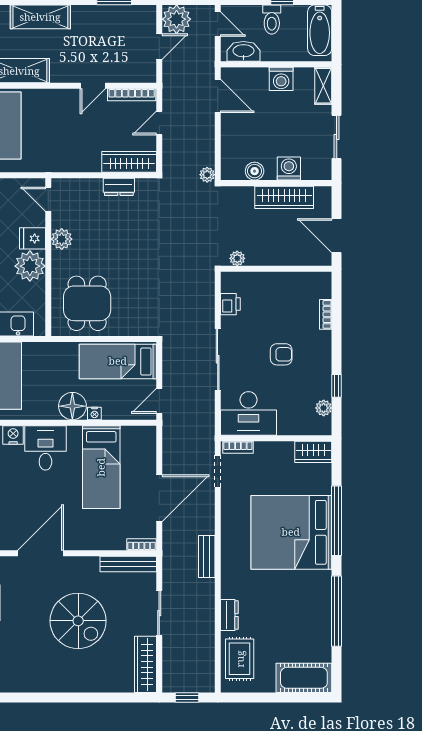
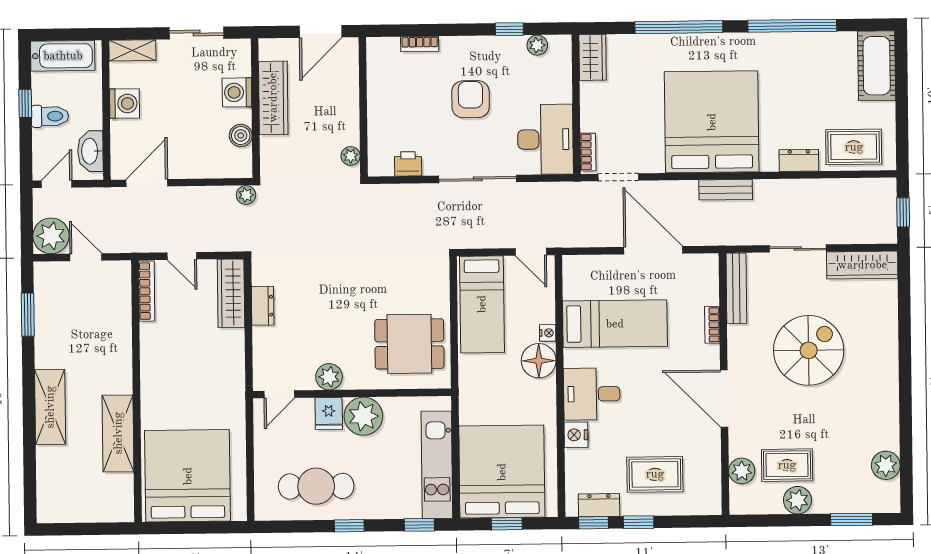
door: (93, 86) -> (136, 340), removed
armchair: (281, 354) -> (471, 99), width x1.38, depth x1.38
bed: (291, 532) -> (712, 122), moved, turned 180
bookcase: (142, 544) -> (712, 325), moved

